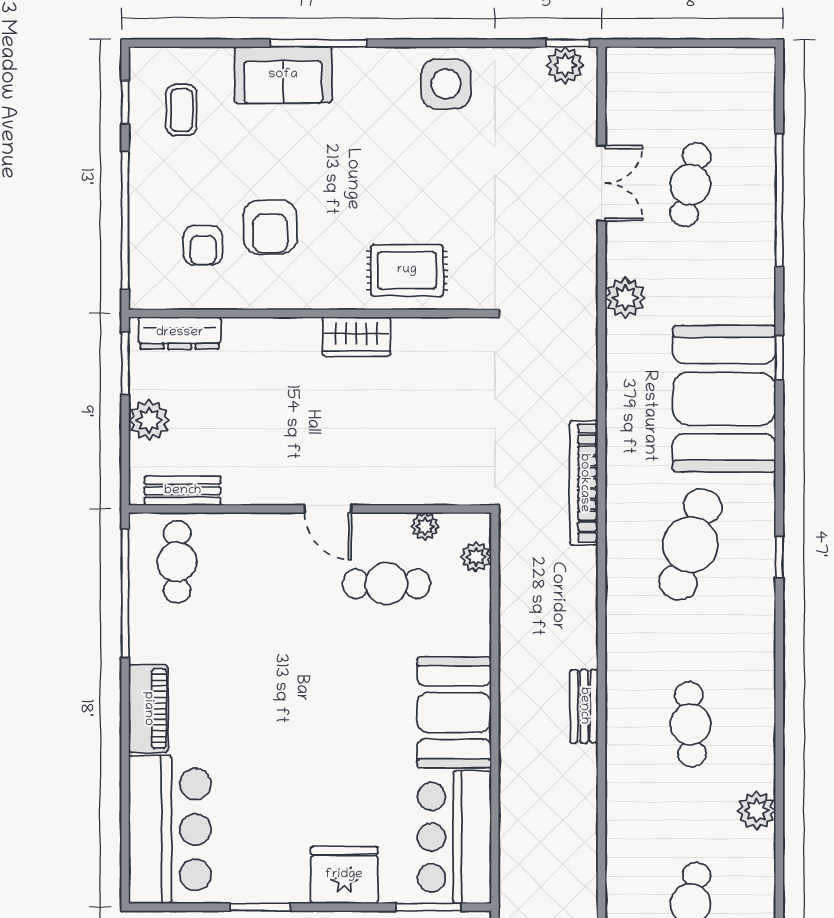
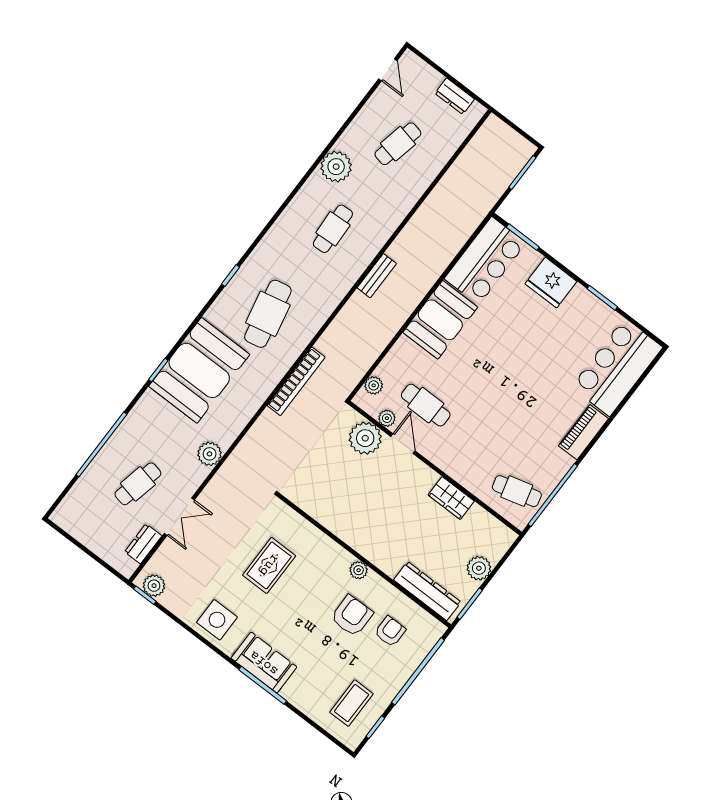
sofa: (283, 75) -> (264, 663), moved
coffee table: (181, 110) -> (351, 703), width x1.36, depth x1.30
dresser: (622, 110) -> (143, 544), added
double door: (602, 183) -> (179, 517), swing flipped
rug: (407, 270) -> (269, 565), moved, turned 90
plant: (308, 295) -> (359, 570), added
dresser: (180, 333) -> (427, 591), width x1.37, depth x1.24
wardrobe: (356, 337) -> (451, 498), moved, turned 180
plant: (434, 478) -> (365, 438), added
bench: (183, 491) -> (489, 523), removed
door: (328, 509) -> (403, 444), moved
cafe table: (690, 544) -> (268, 314), turned -30
cafe table: (177, 562) -> (517, 491), turned 75
plant: (757, 811) -> (336, 167), width x1.36, depth x1.36

